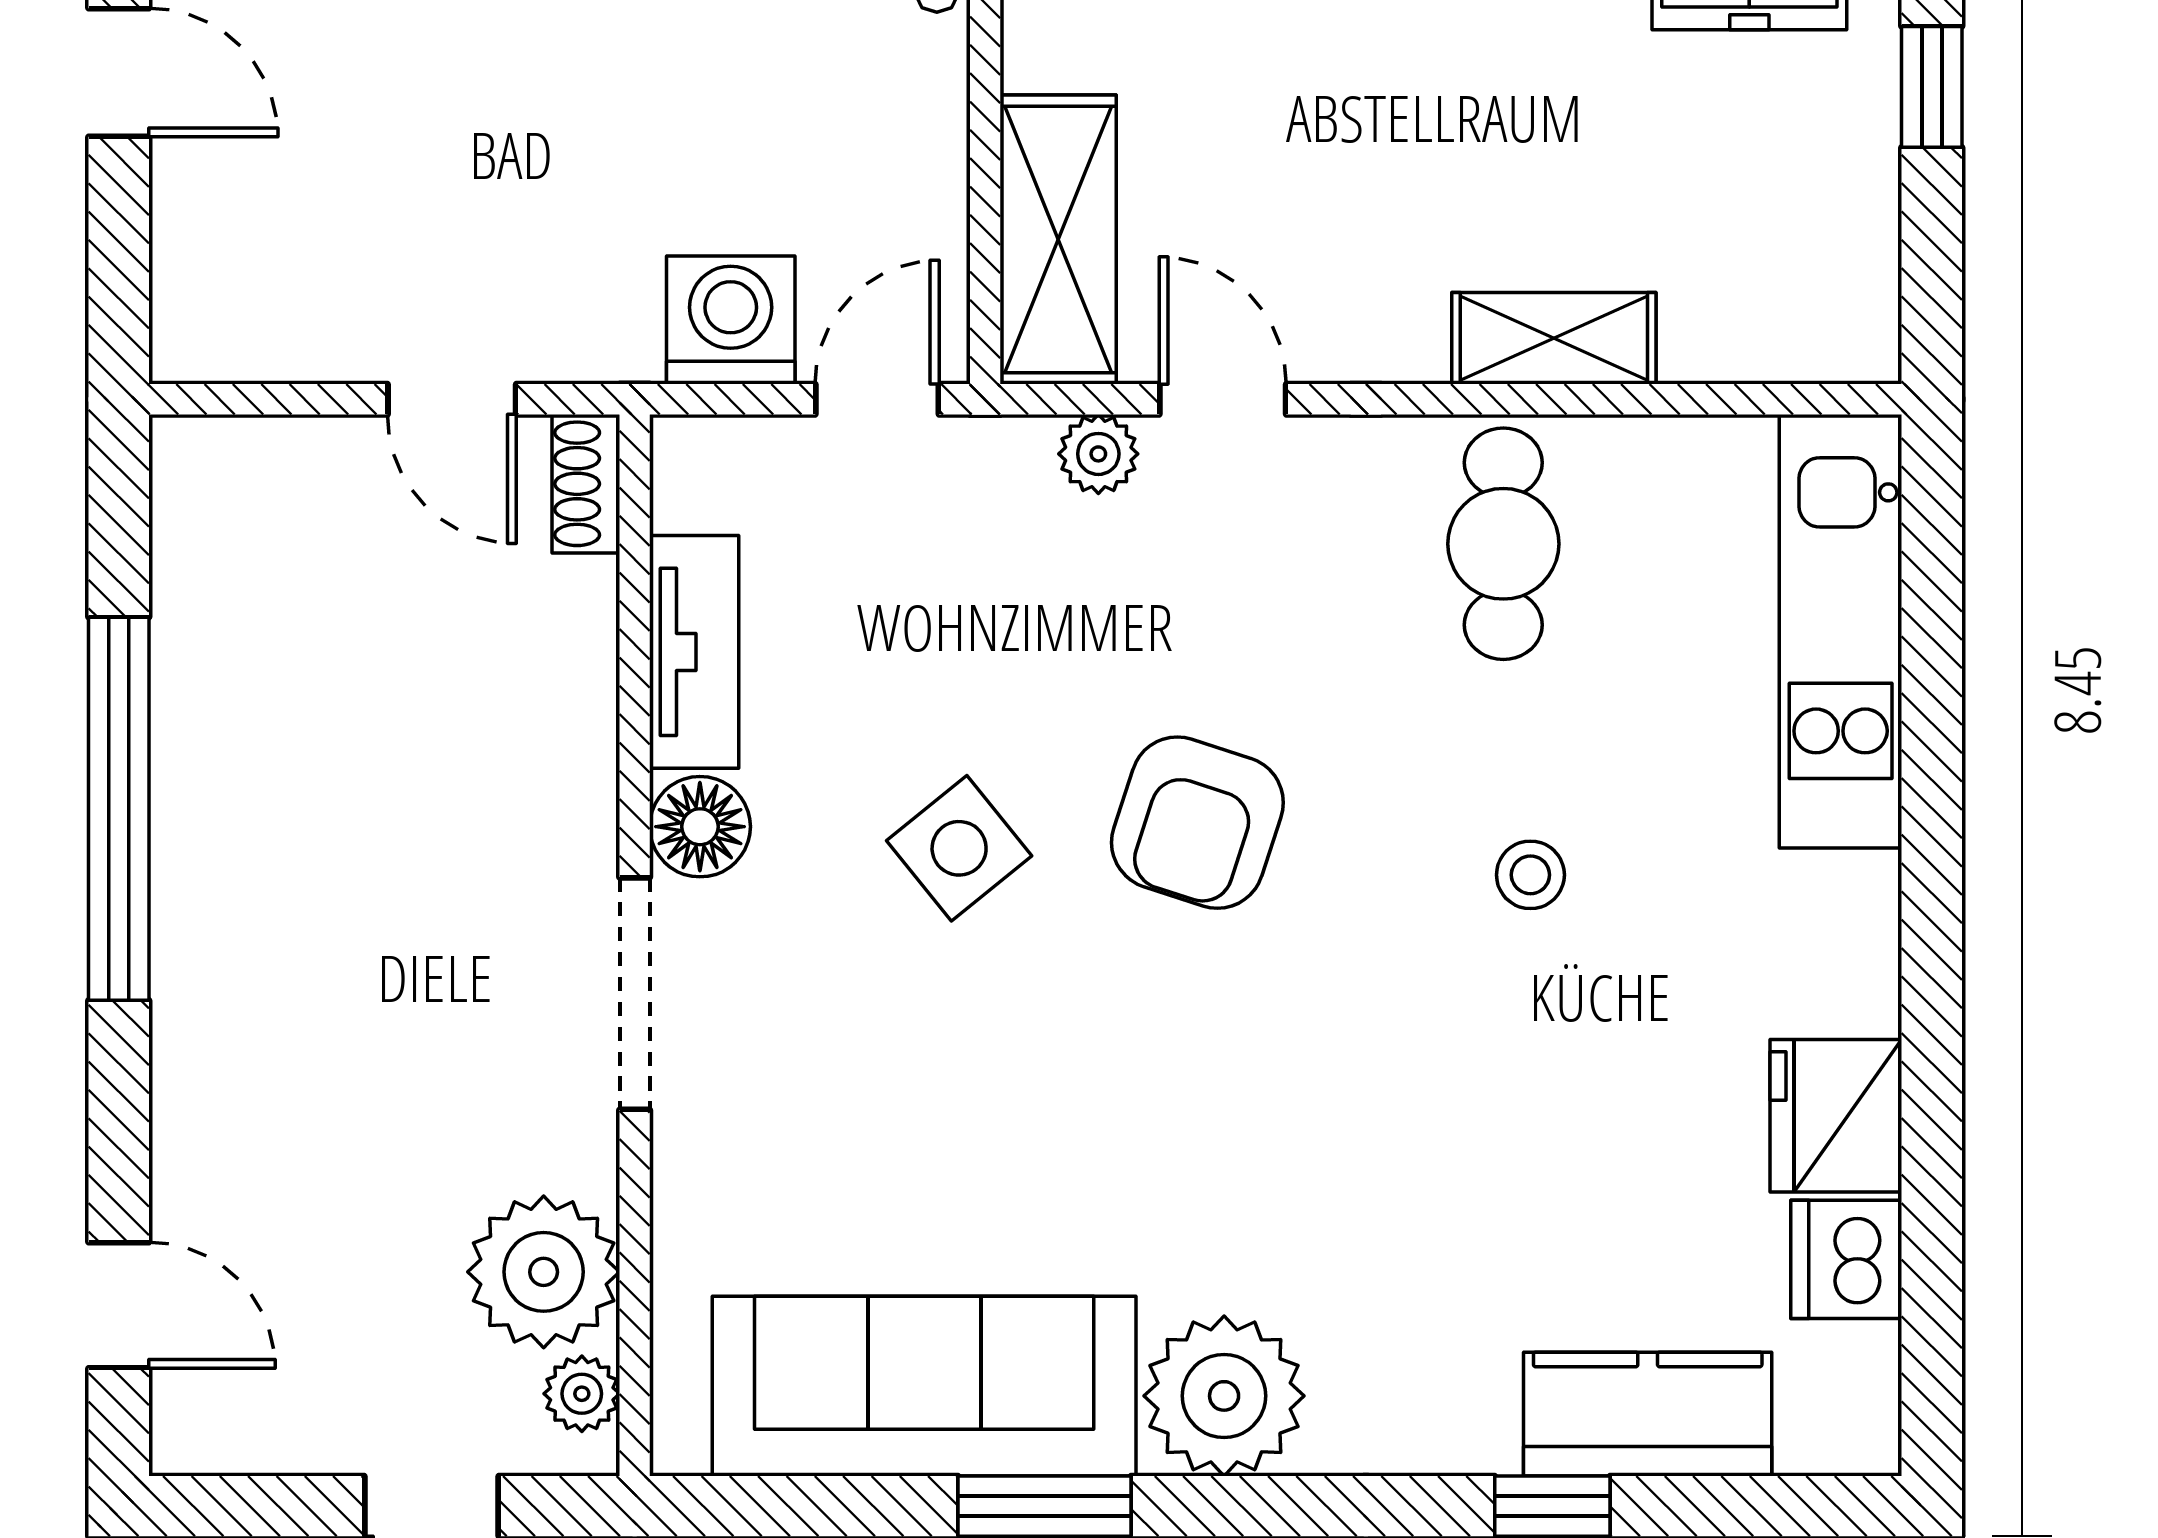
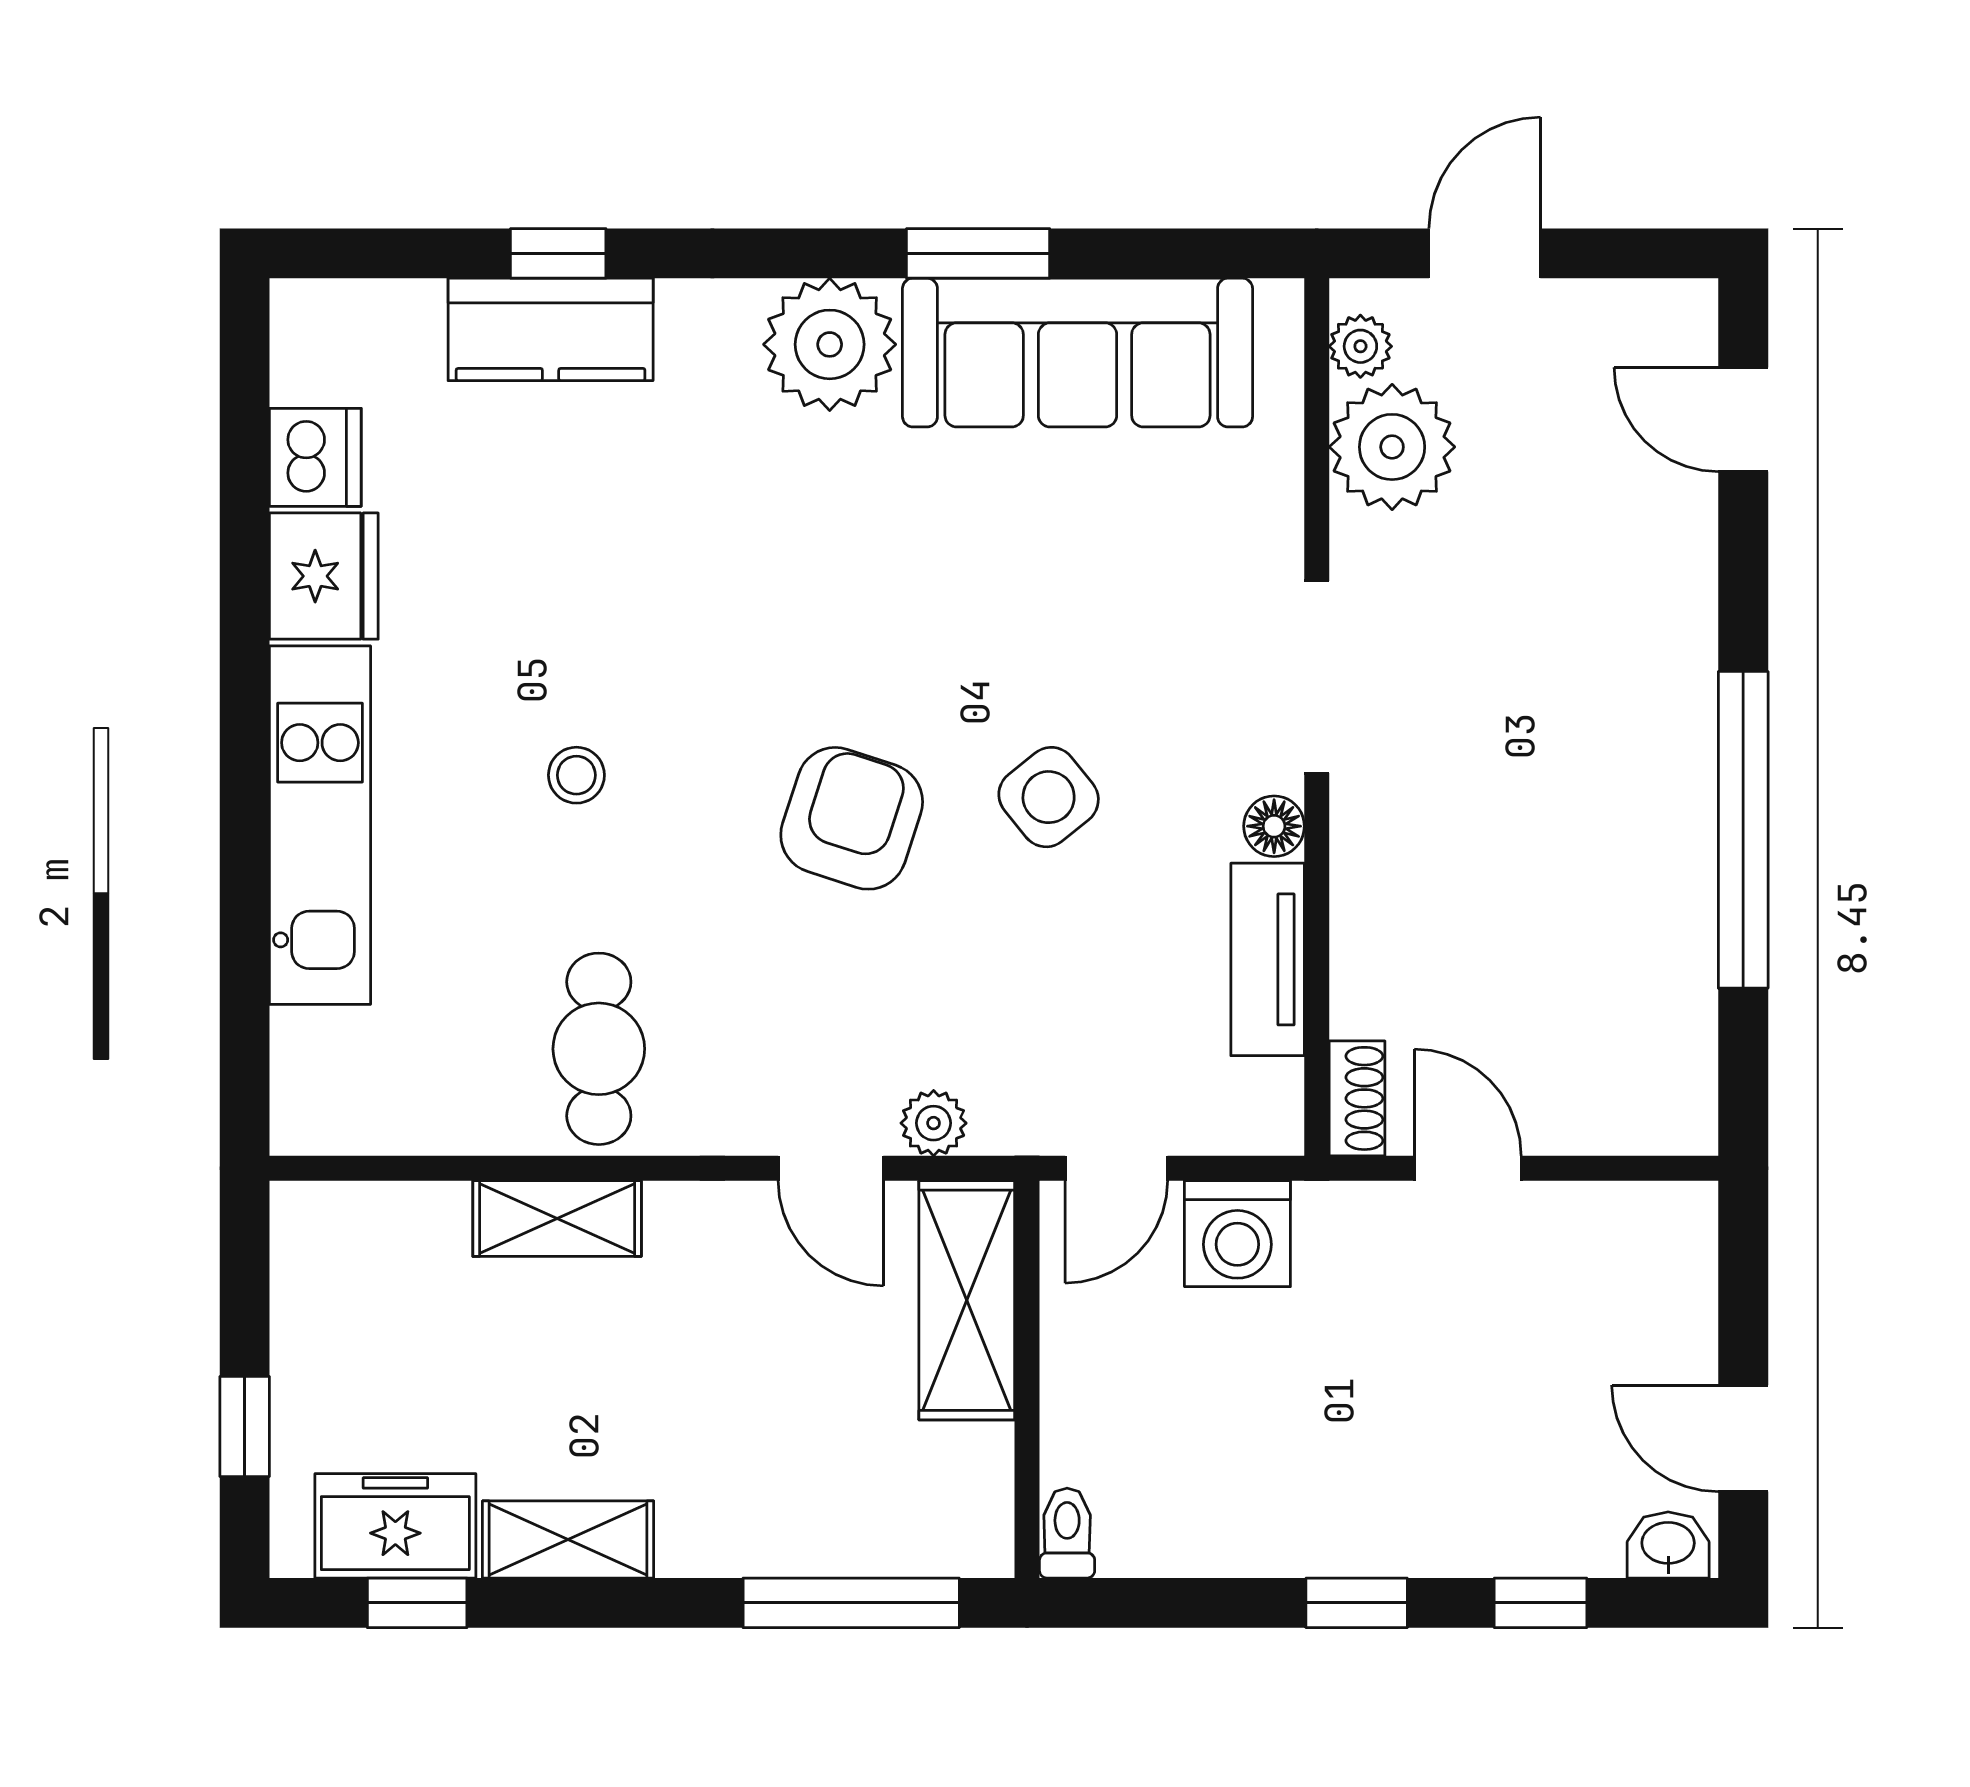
kitchen unit: (1841, 631) -> (320, 825), moved
floor lamp: (700, 827) -> (1274, 826), width x0.73, depth x0.73
kitchen counter: (1648, 1414) -> (551, 329), moved

